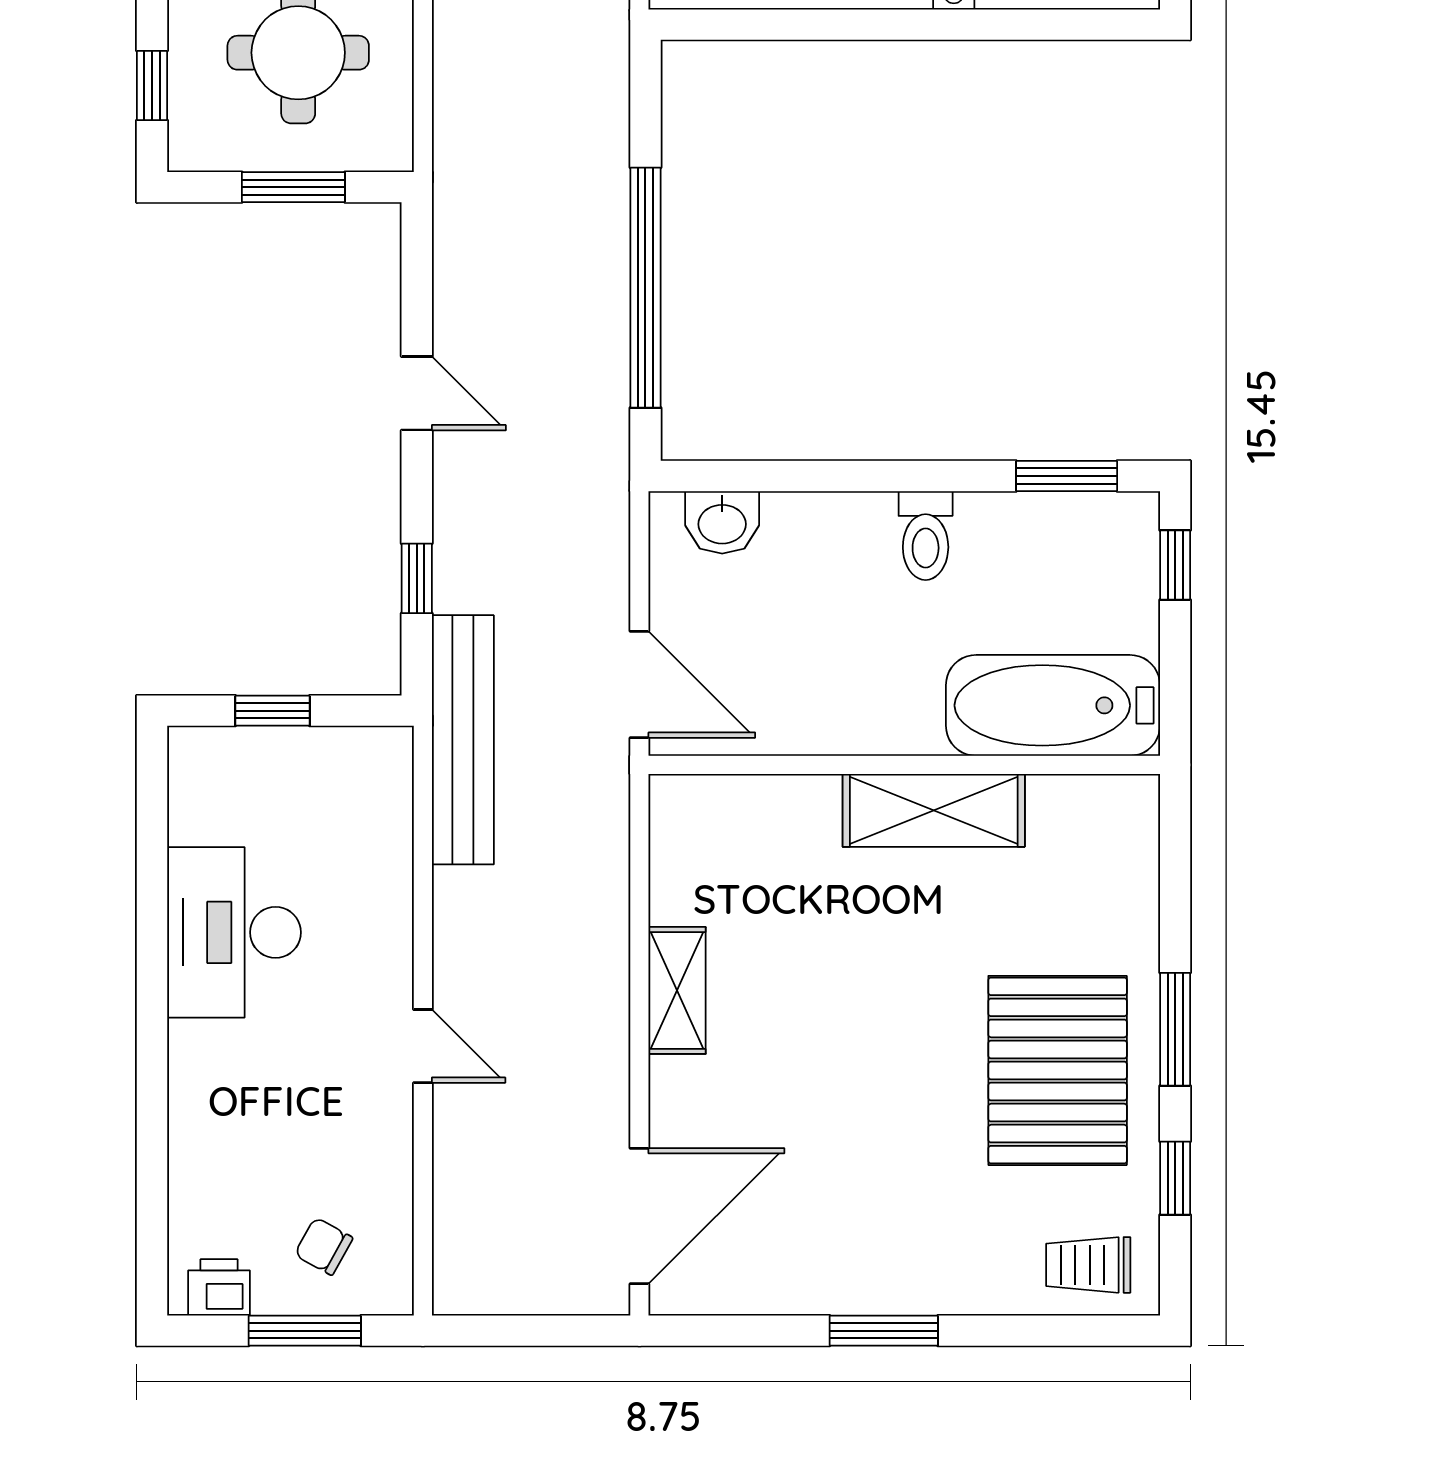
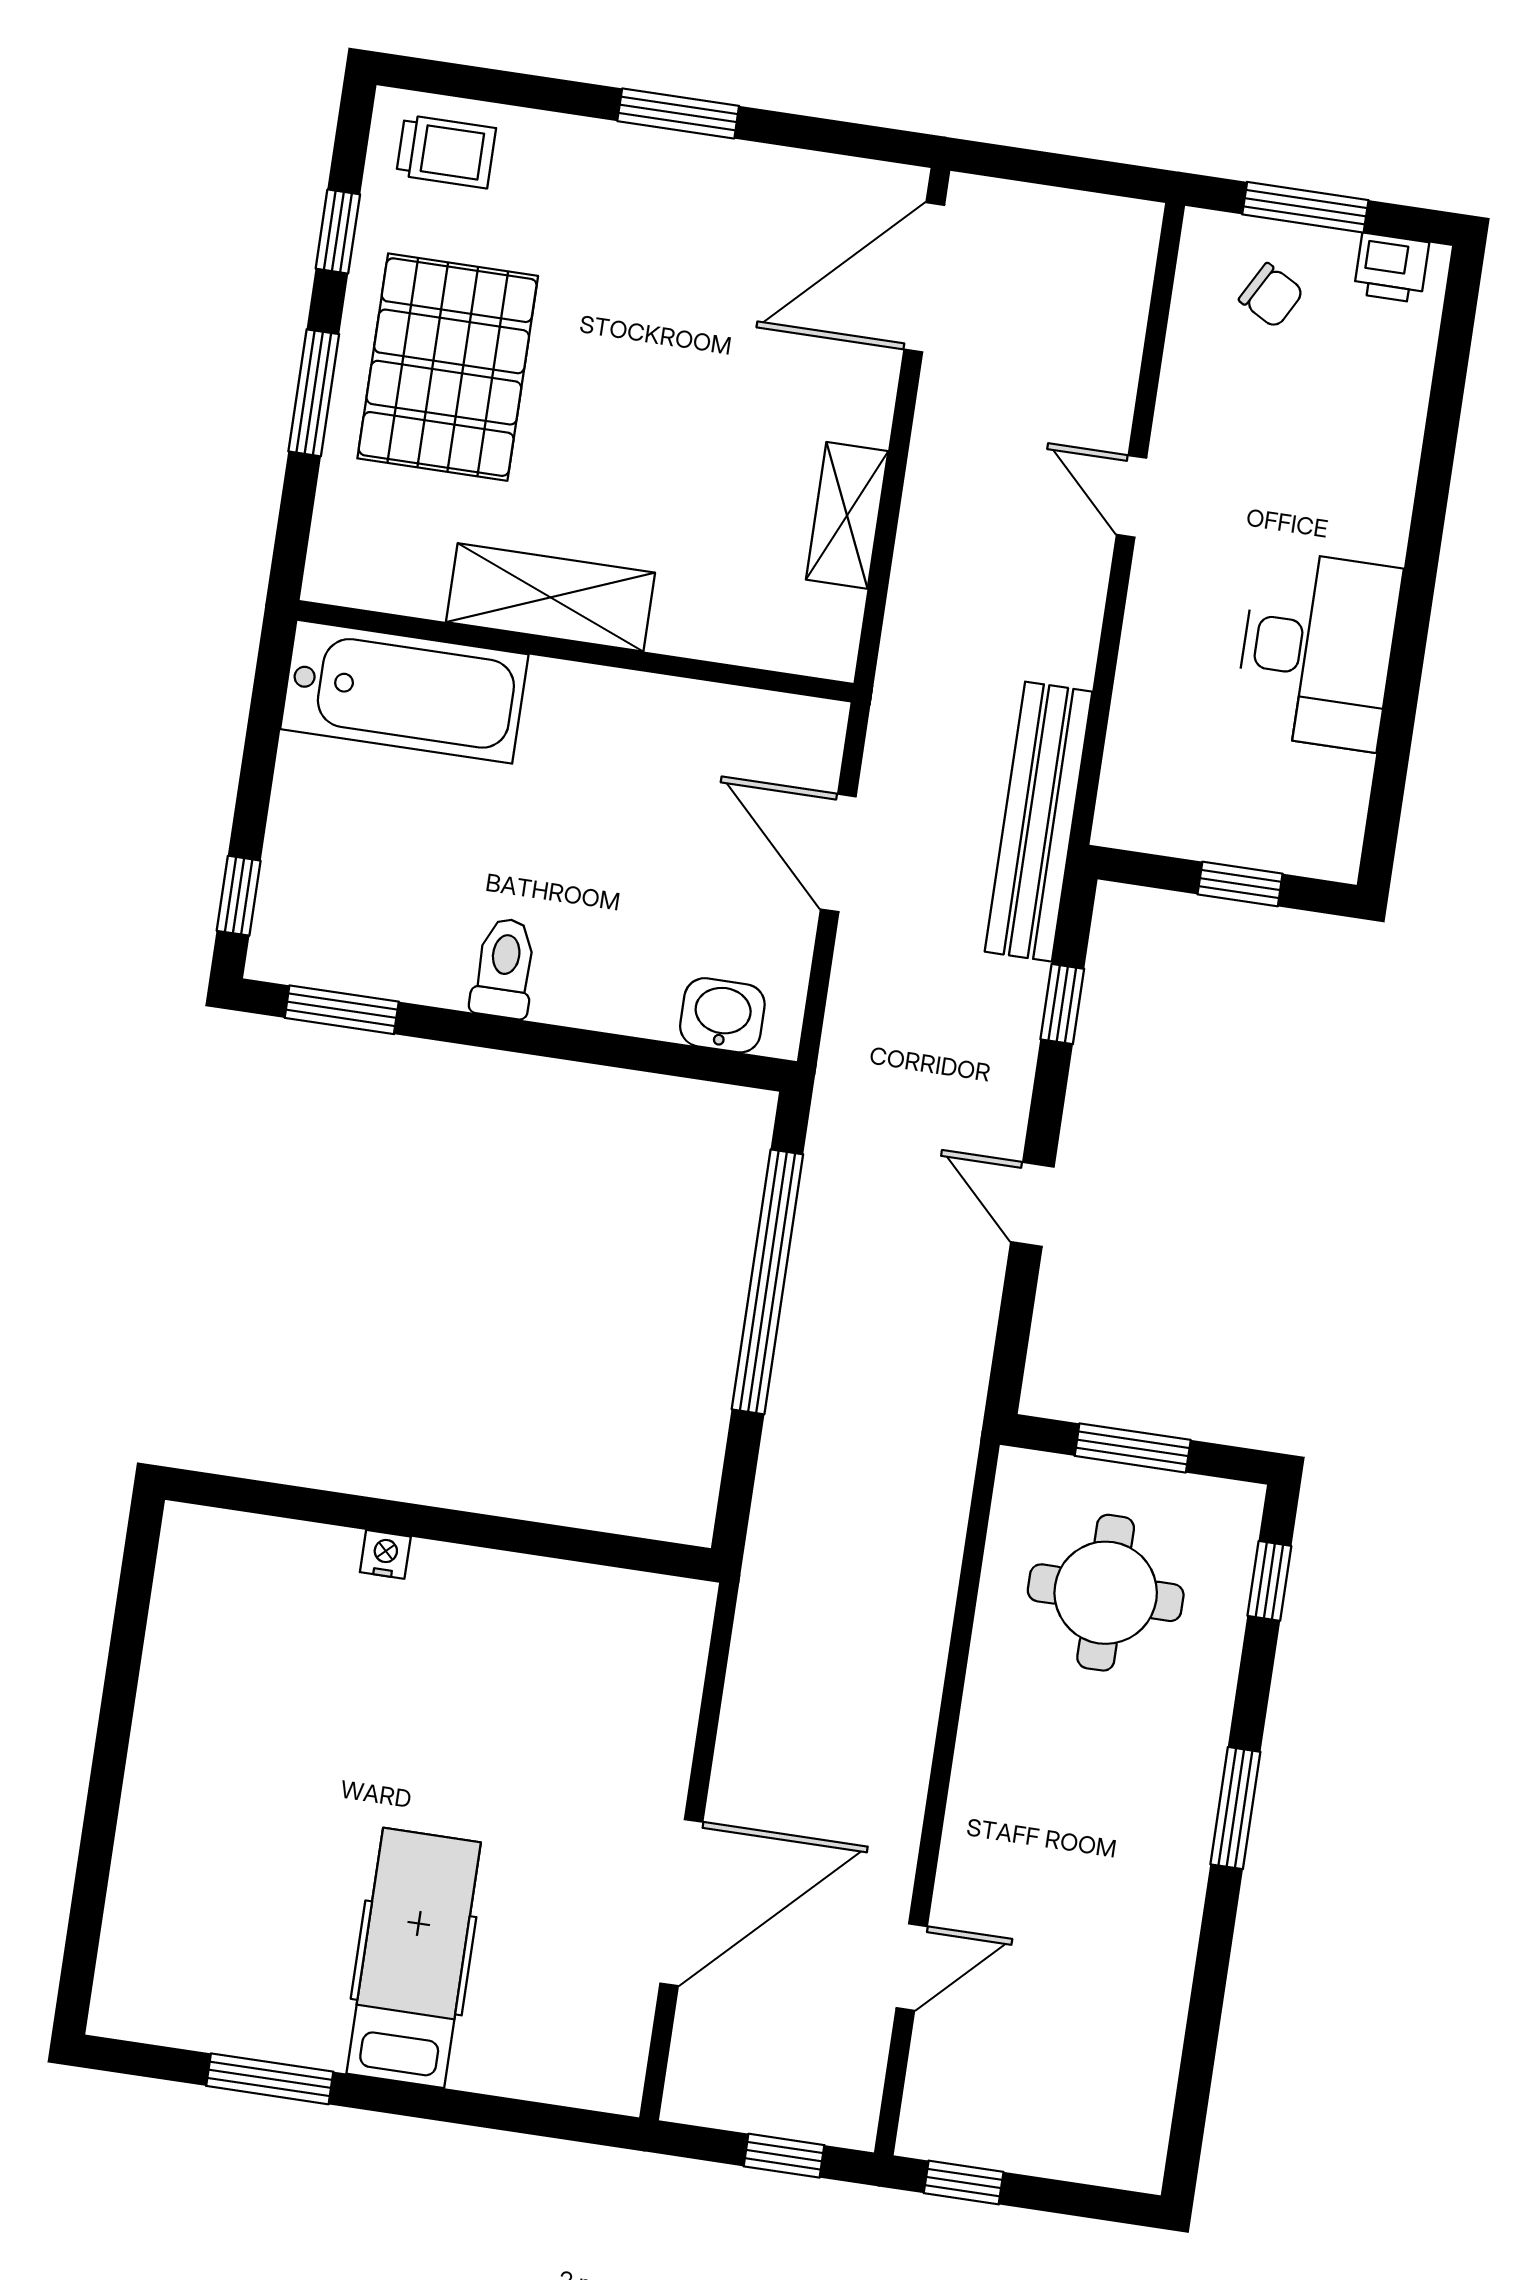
bathtub: (1053, 705) -> (404, 692), moved
wall: (904, 765) -> (575, 651), moved
shelving: (934, 810) -> (551, 597), moved

